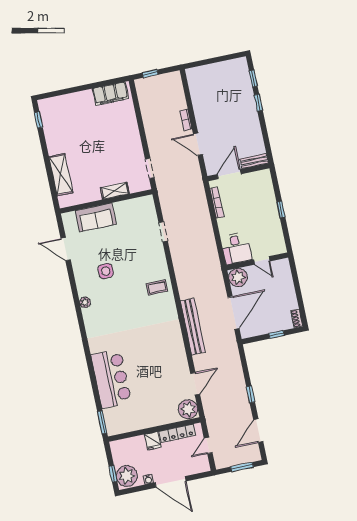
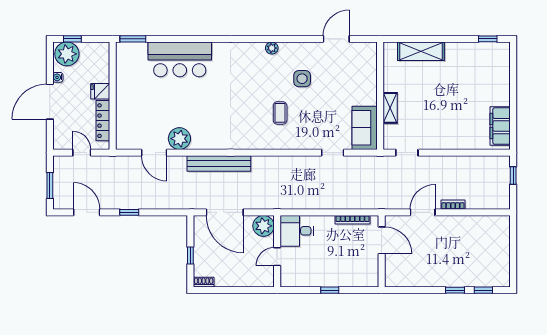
bench: (254, 161) -> (391, 272), removed
sofa: (96, 217) -> (365, 128), moved
coffee table: (157, 287) -> (280, 113), moved
plant: (188, 409) -> (179, 139), moved

